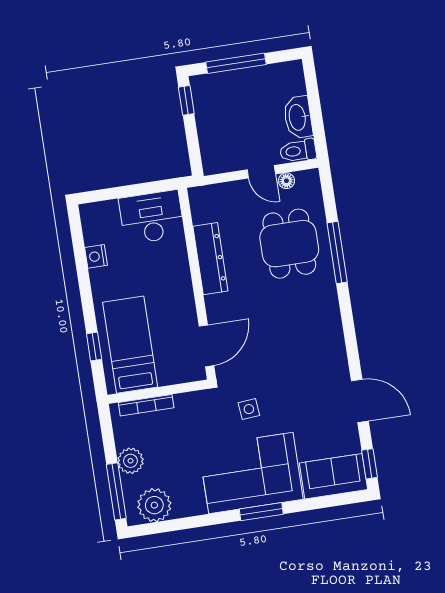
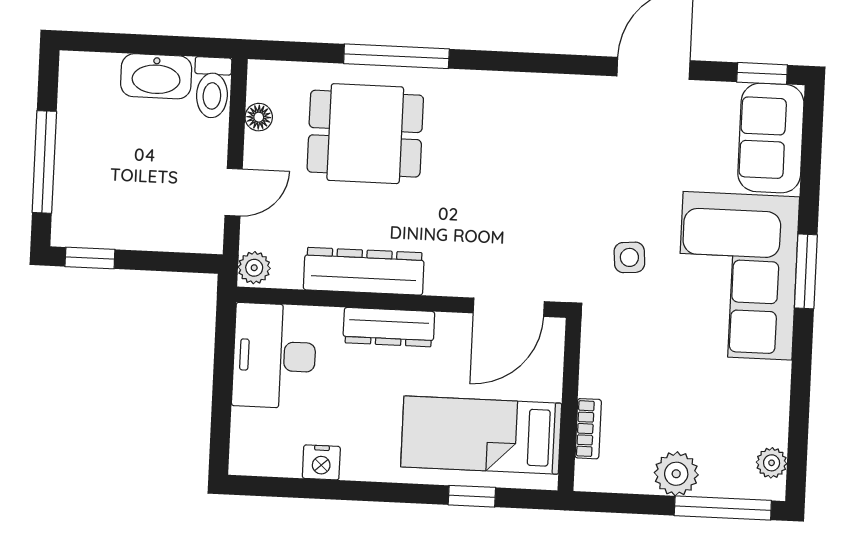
door: (261, 172) -> (234, 192), moved
plant: (200, 195) -> (254, 268), added
dresser: (181, 279) -> (389, 327), added
door: (206, 346) -> (509, 307), swing flipped
bookcase: (146, 405) -> (588, 429), width x0.64
plant: (154, 505) -> (772, 463), width x0.53, depth x0.53

